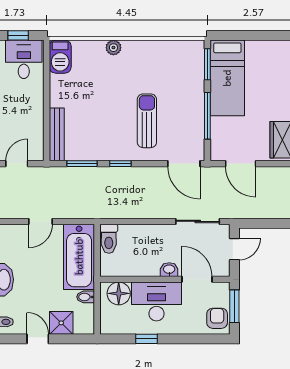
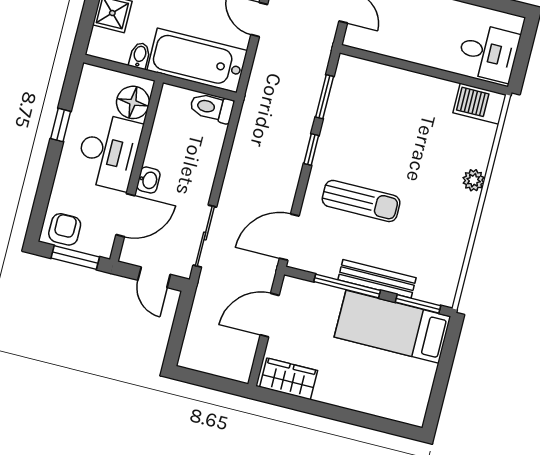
window: (18, 35) -> (523, 53), removed
bench: (57, 134) -> (377, 279), moved
armchair: (217, 318) -> (65, 229), turned -90

